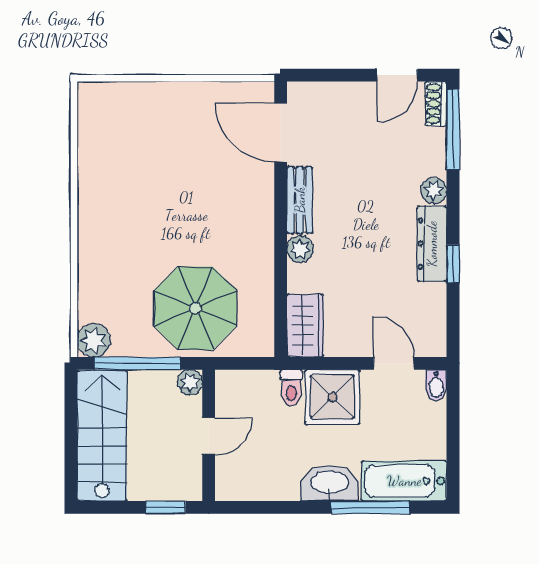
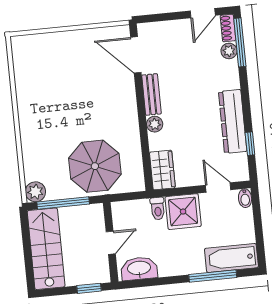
plant: (434, 190) -> (229, 51), moved
dresser: (432, 244) -> (233, 121), width x1.37, depth x1.24
window: (453, 264) -> (250, 144), moved
plant: (190, 382) -> (96, 211), removed
washbasin: (329, 483) -> (139, 269), moved

